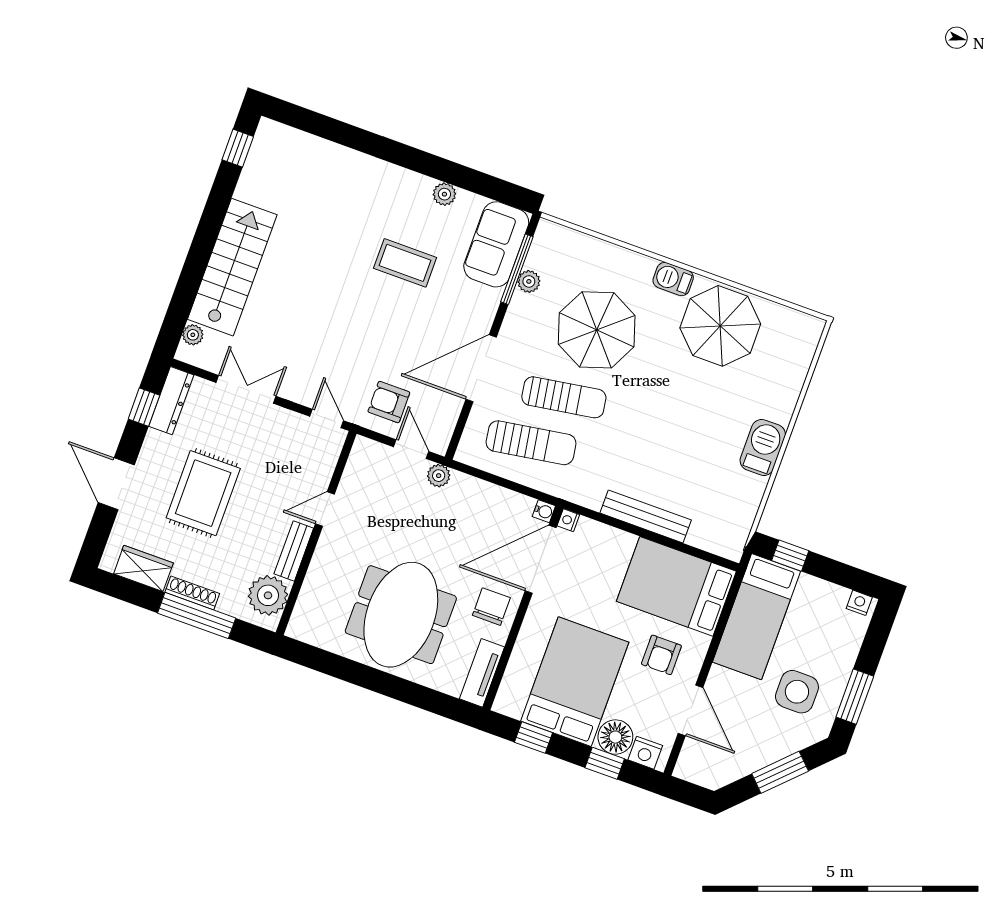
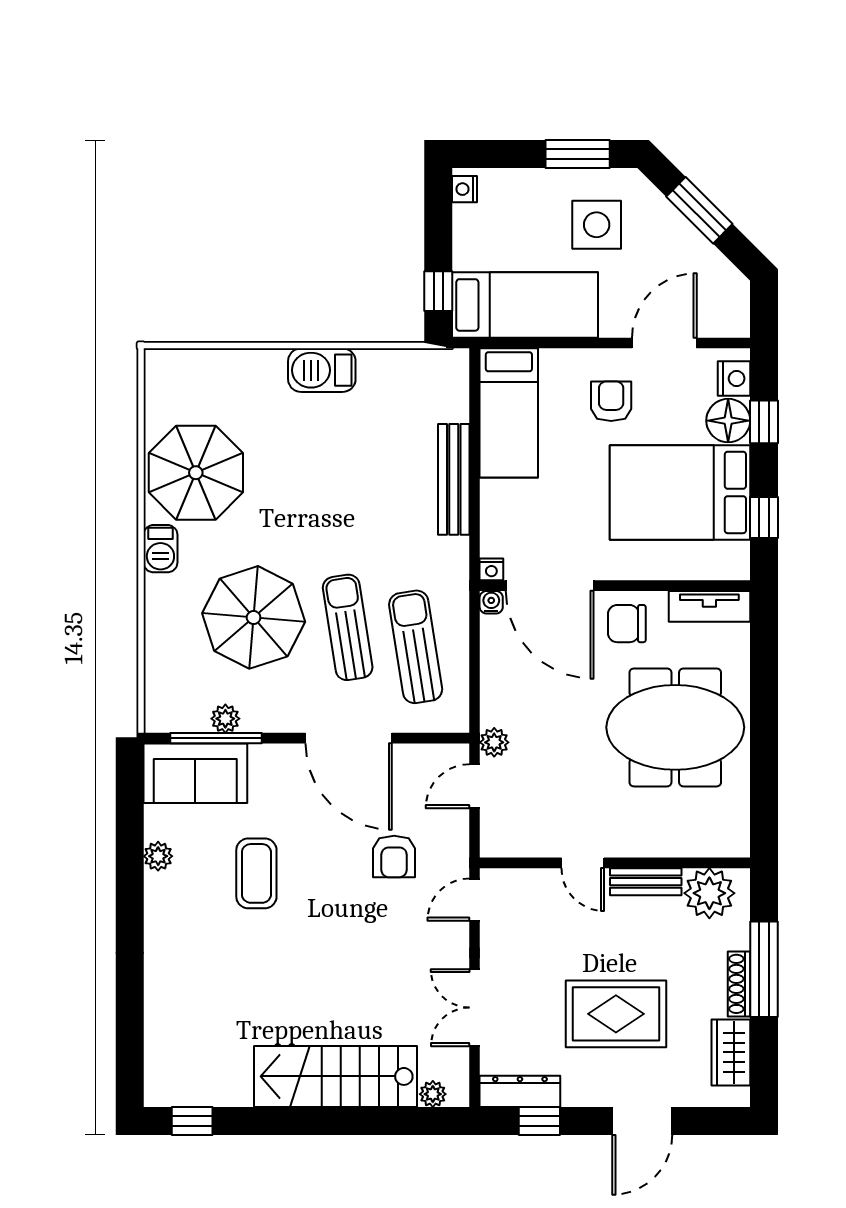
armchair: (389, 402) -> (394, 856), moved
bed: (676, 586) -> (509, 413), width x0.67
armchair: (661, 655) -> (611, 401), turned -90

